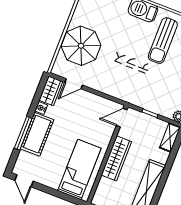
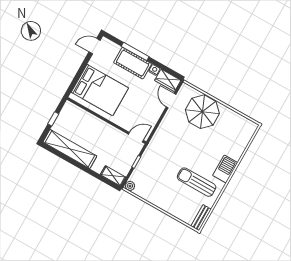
door: (122, 118) -> (136, 137), hinge flipped
wardrobe: (116, 158) -> (102, 128), removed
bed: (79, 169) -> (100, 90), width x1.50

